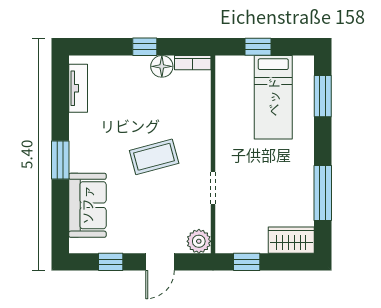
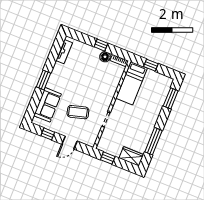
bed: (273, 97) -> (132, 83), moved
coffee table: (154, 157) -> (78, 112), moved
plant: (199, 241) -> (90, 140), removed

